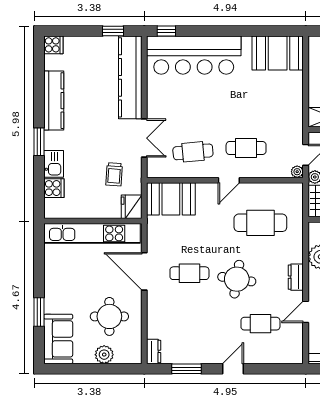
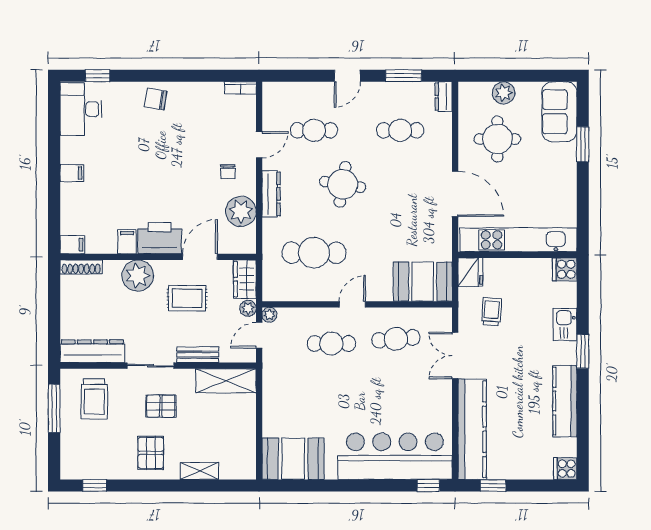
cooker: (54, 188) -> (565, 269), moved
cafe table: (189, 273) -> (400, 130), moved
dresser: (296, 277) -> (271, 194), width x1.44

